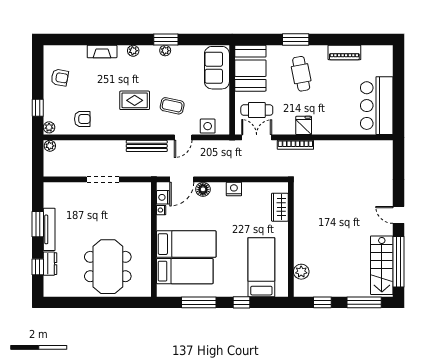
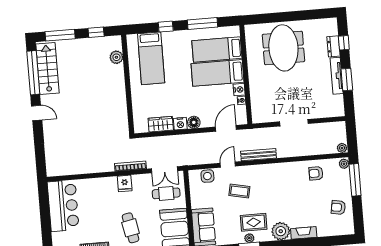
plant: (133, 51) -> (281, 231), width x1.88, depth x1.88
rug: (135, 100) -> (254, 222), moved
window: (38, 108) -> (355, 180), width x2.17
floor lamp: (203, 189) -> (194, 122), moved
nightstand: (163, 197) -> (239, 90), moved
wardrobe: (280, 207) -> (161, 124), moved, turned -90

